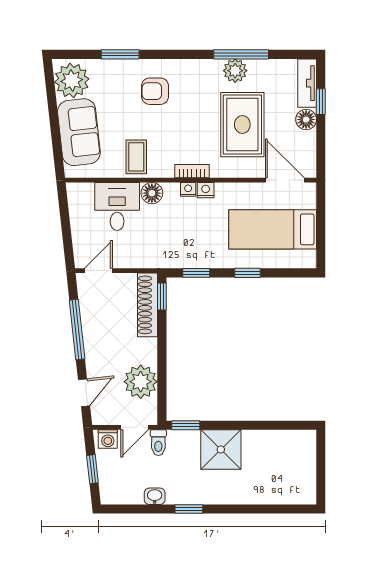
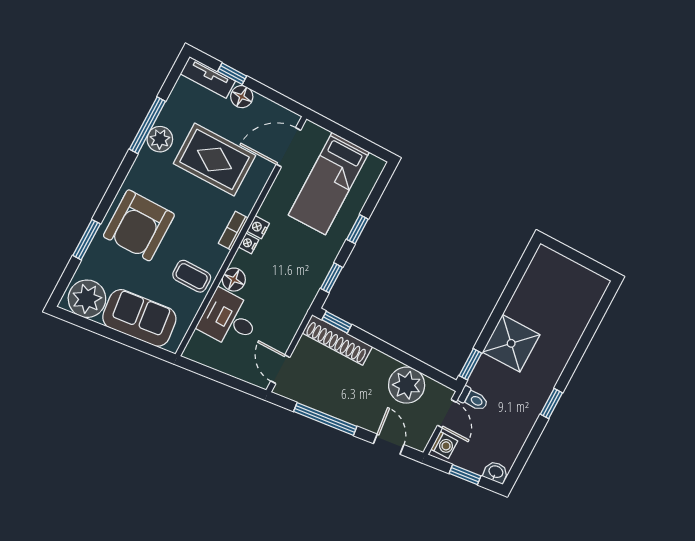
armchair: (155, 91) -> (139, 225), width x1.88, depth x1.88
washbasin: (155, 496) -> (496, 472), moved, turned 84

